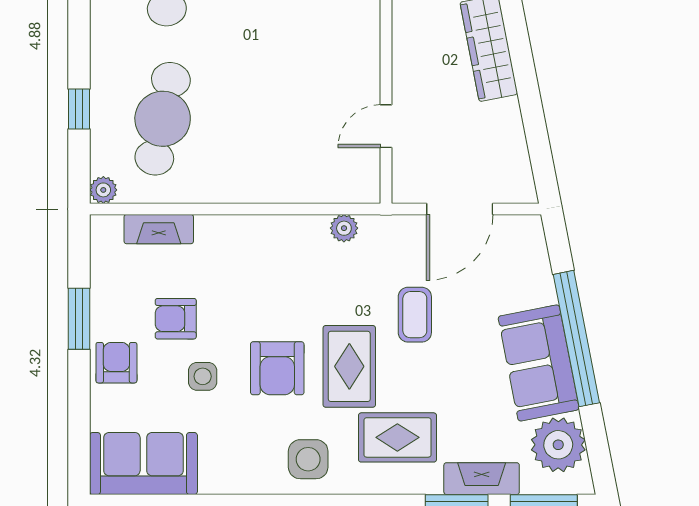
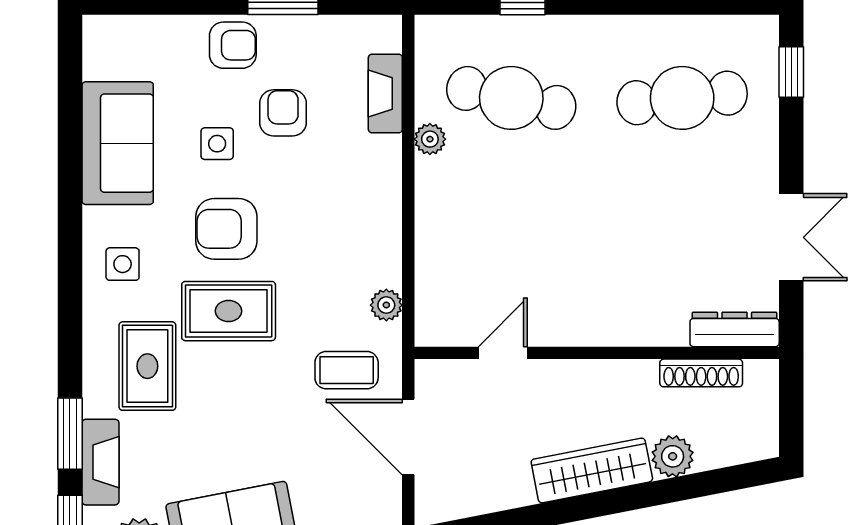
door: (386, 126) -> (503, 353), hinge flipped
plant: (103, 190) -> (430, 139), moved
coffee table: (415, 315) -> (347, 370), moved
side table: (308, 459) -> (123, 264), width x0.73, depth x0.73
sofa: (143, 464) -> (118, 143), moved

